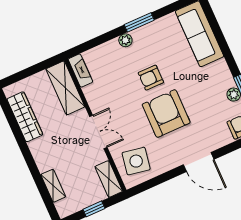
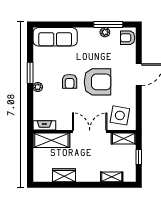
armchair: (166, 113) -> (98, 82), turned 180
wardrobe: (25, 117) -> (64, 175), width x0.67
double door: (98, 132) -> (90, 132), width x1.37

